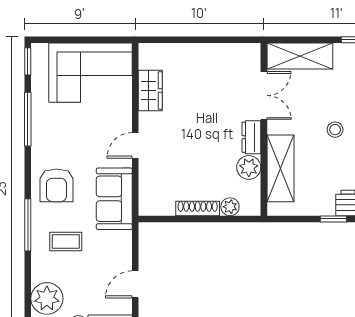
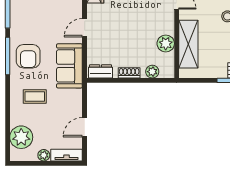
dresser: (251, 137) -> (101, 71), moved, turned 90
shoe rack: (198, 208) -> (129, 73), width x0.70
window: (28, 225) -> (8, 56), moved

